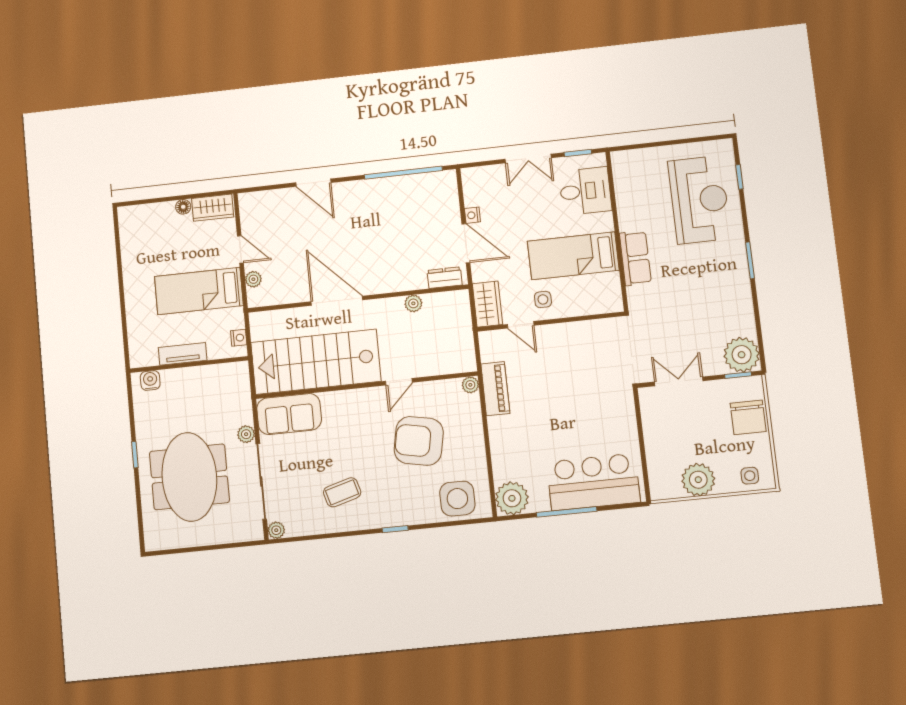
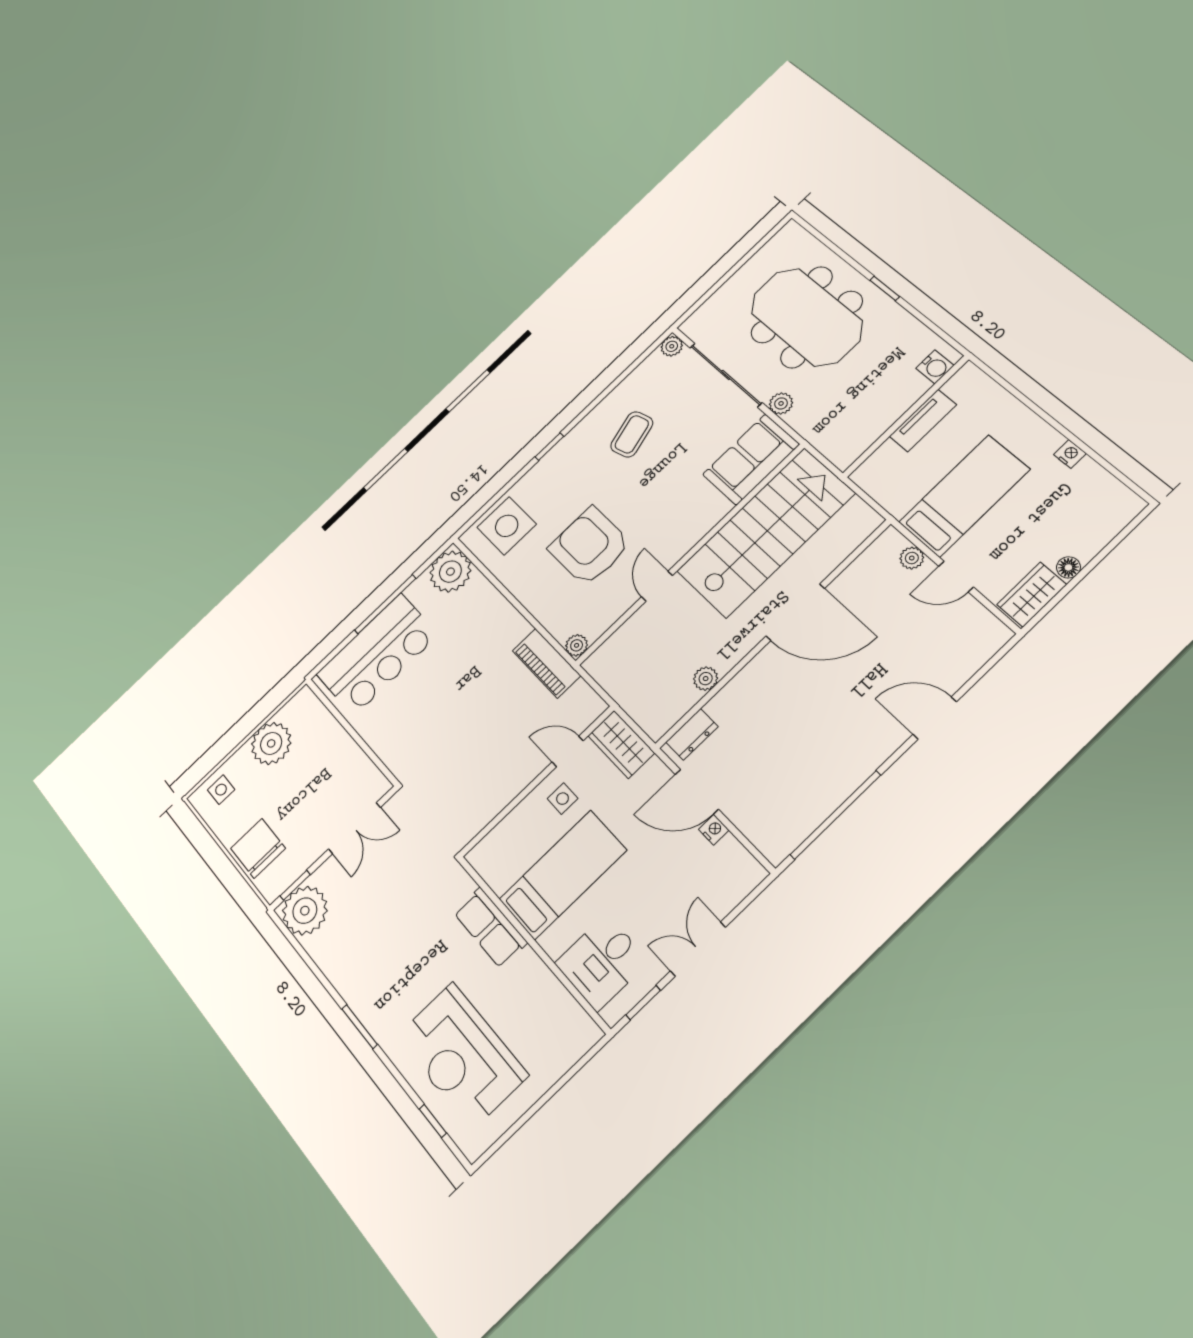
nightstand: (239, 338) -> (1070, 454), moved, turned 180
armchair: (419, 441) -> (590, 546), turned -101

